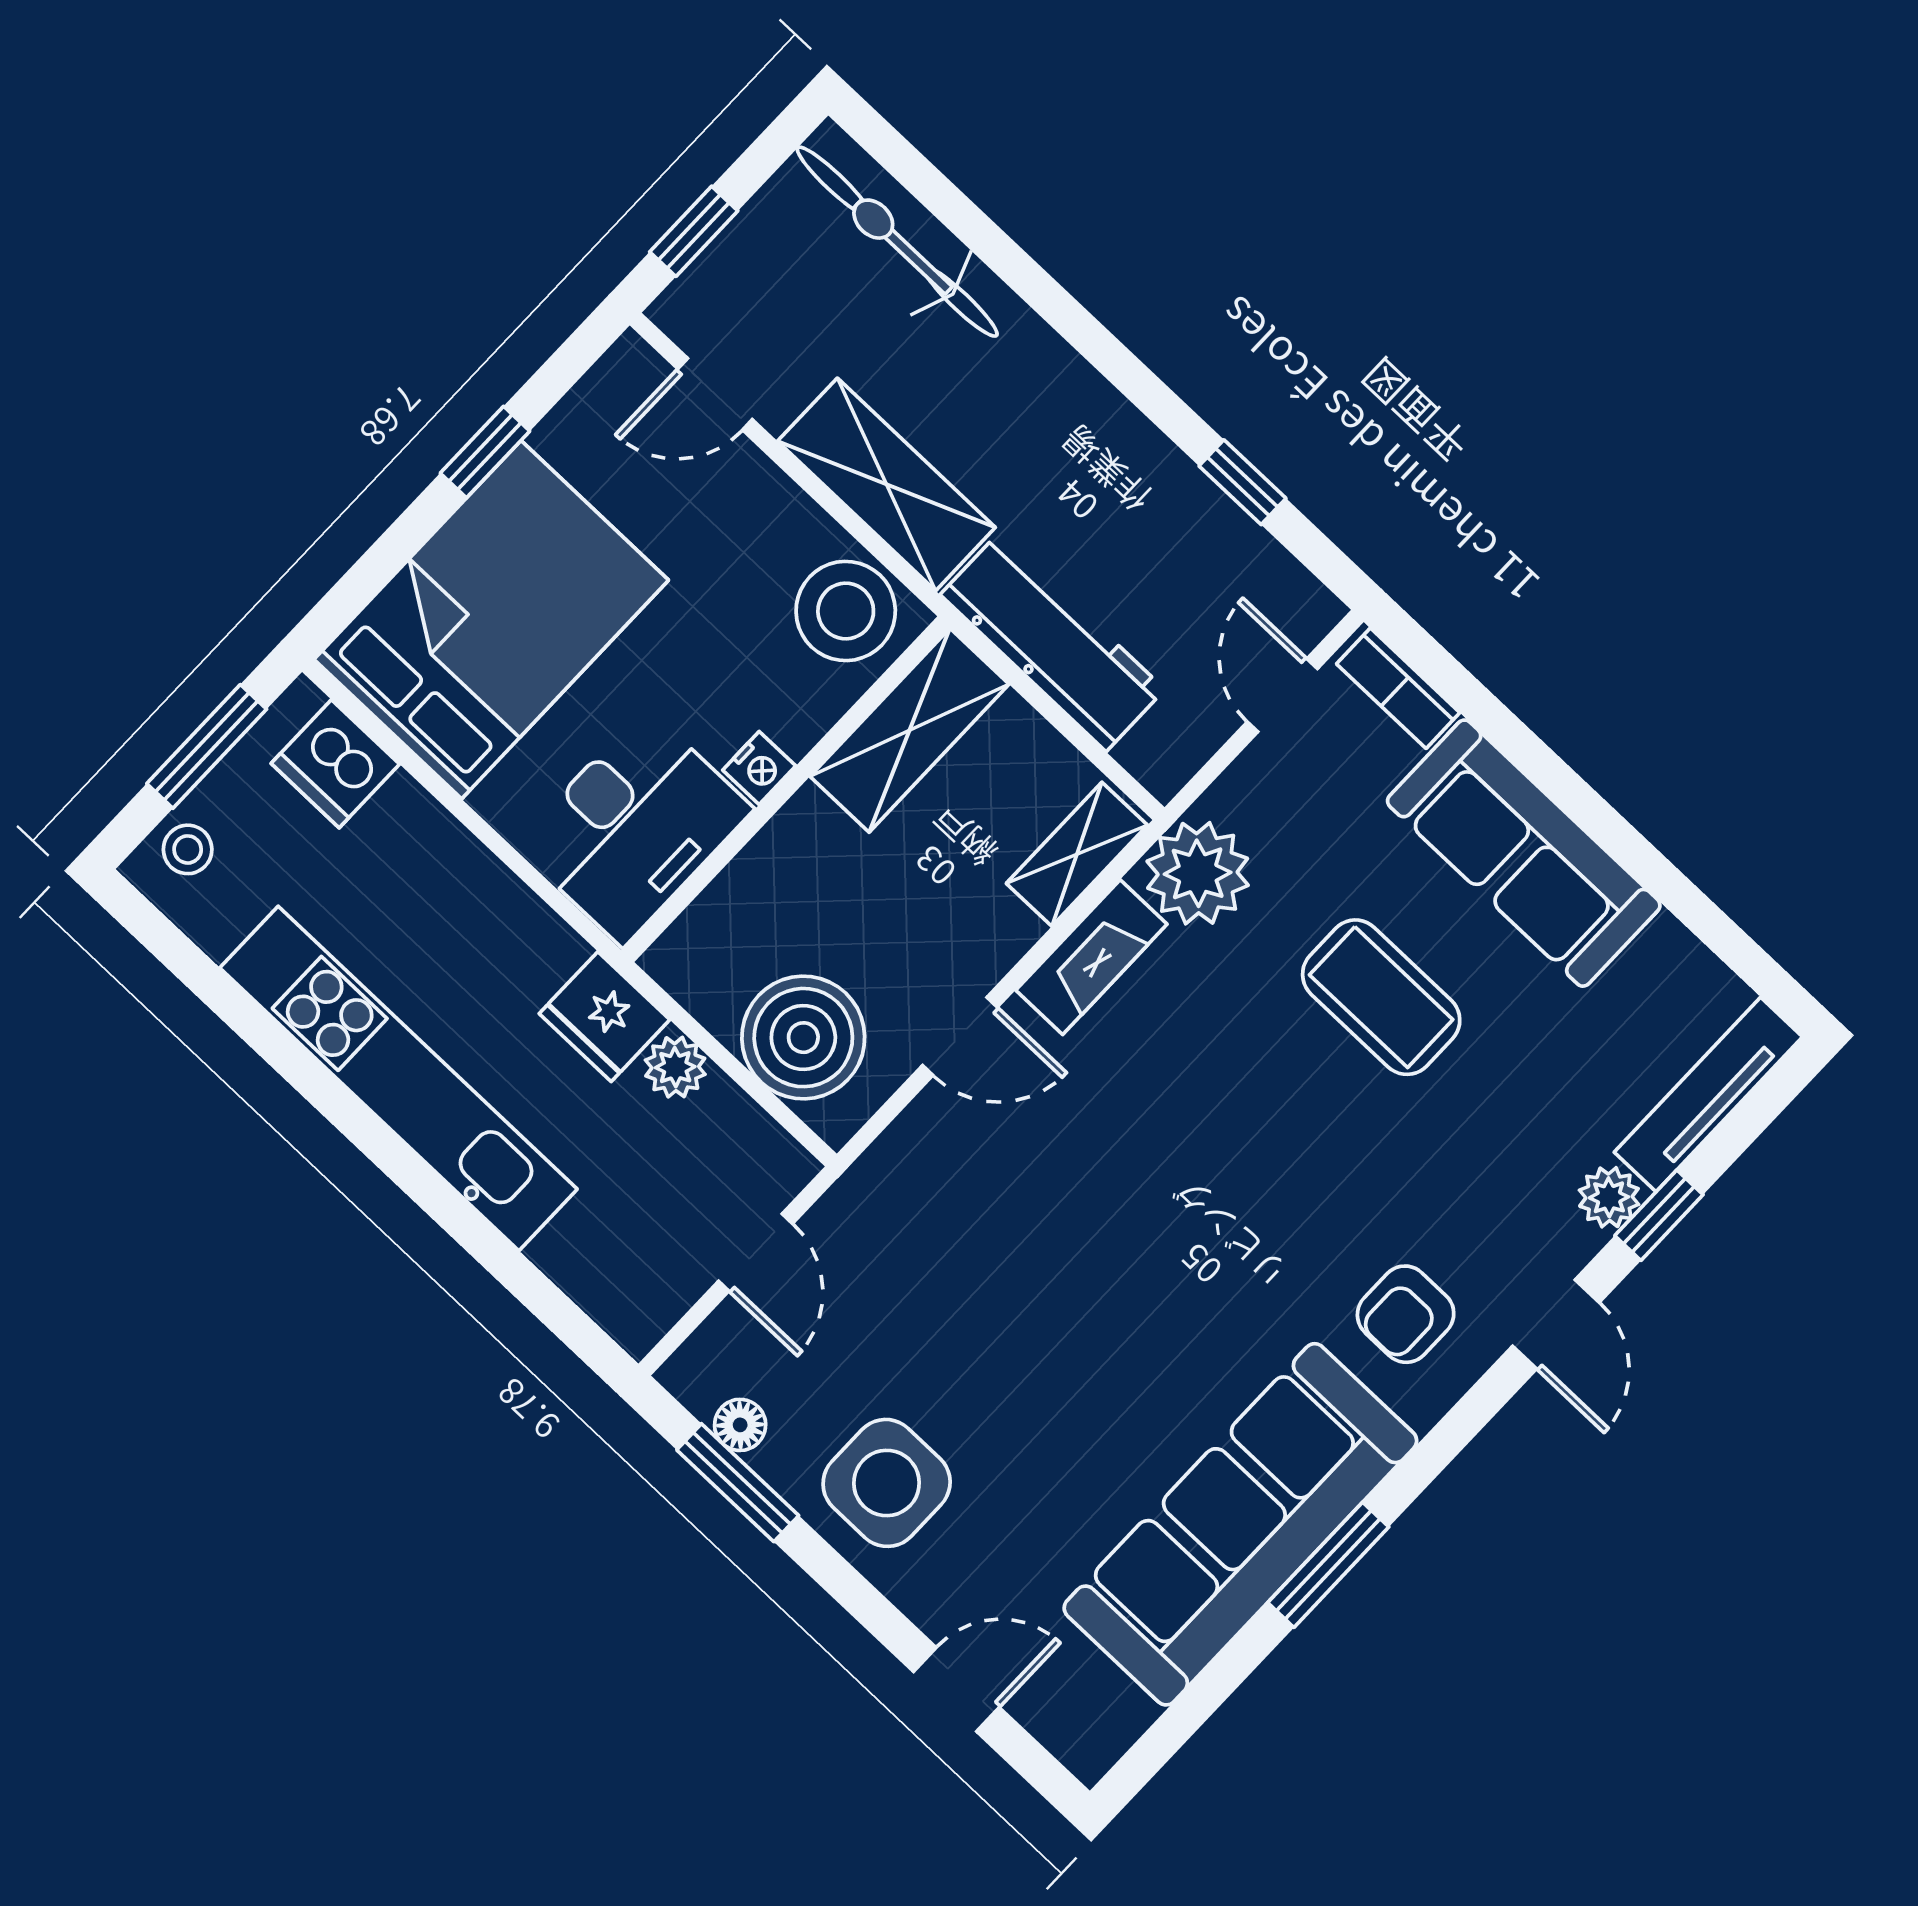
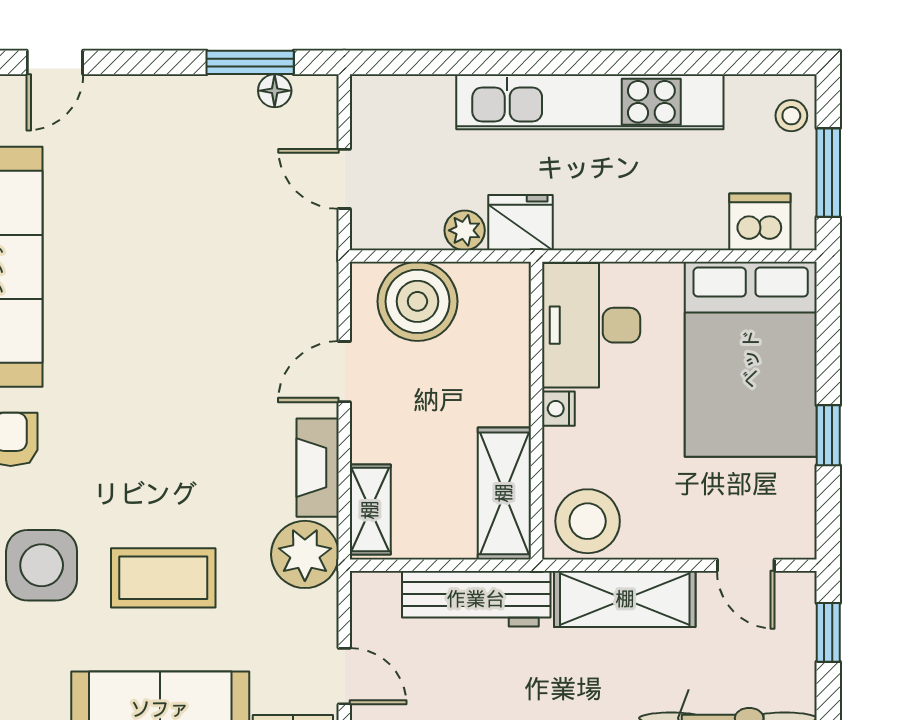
door: (715, 394) -> (746, 565), swing flipped
side table: (887, 1483) -> (42, 565), moved

